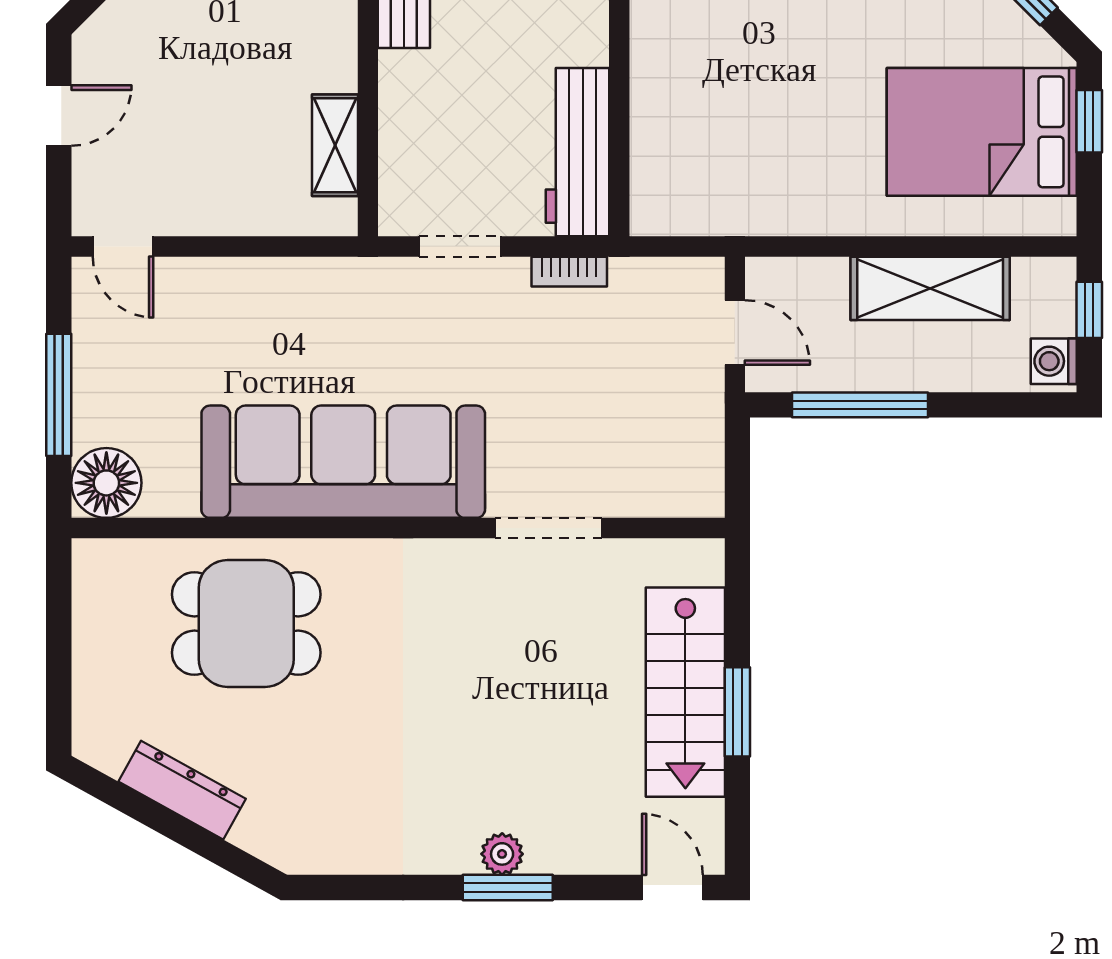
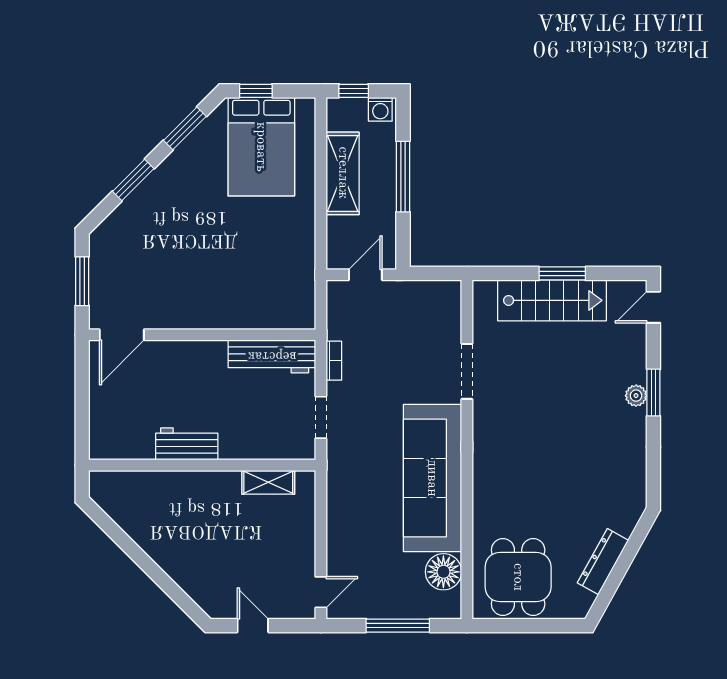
window: (860, 405) -> (403, 177), moved
floor lamp: (106, 483) -> (443, 572), moved
dining table: (246, 624) -> (518, 577), moved

